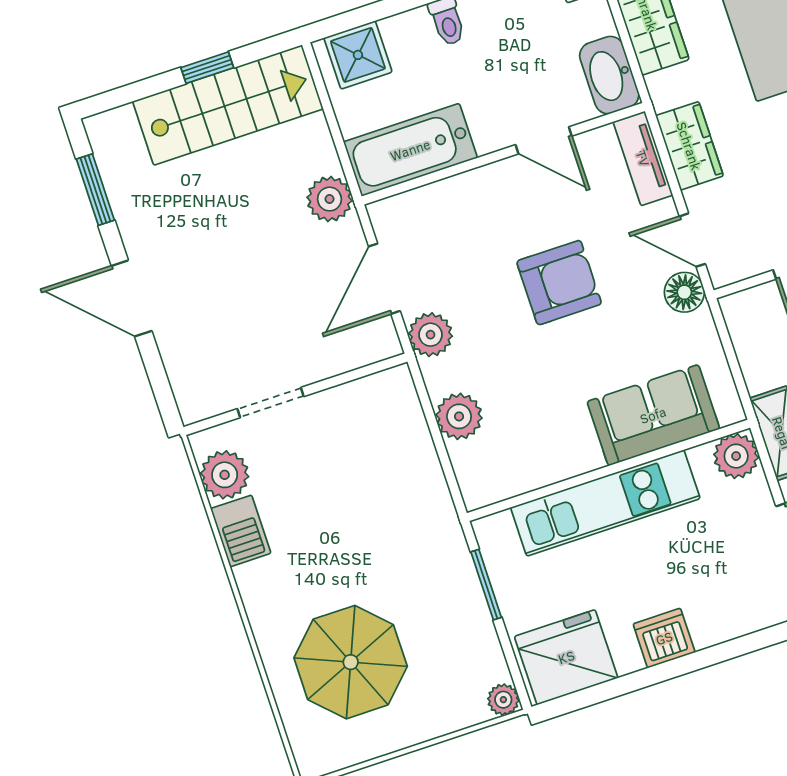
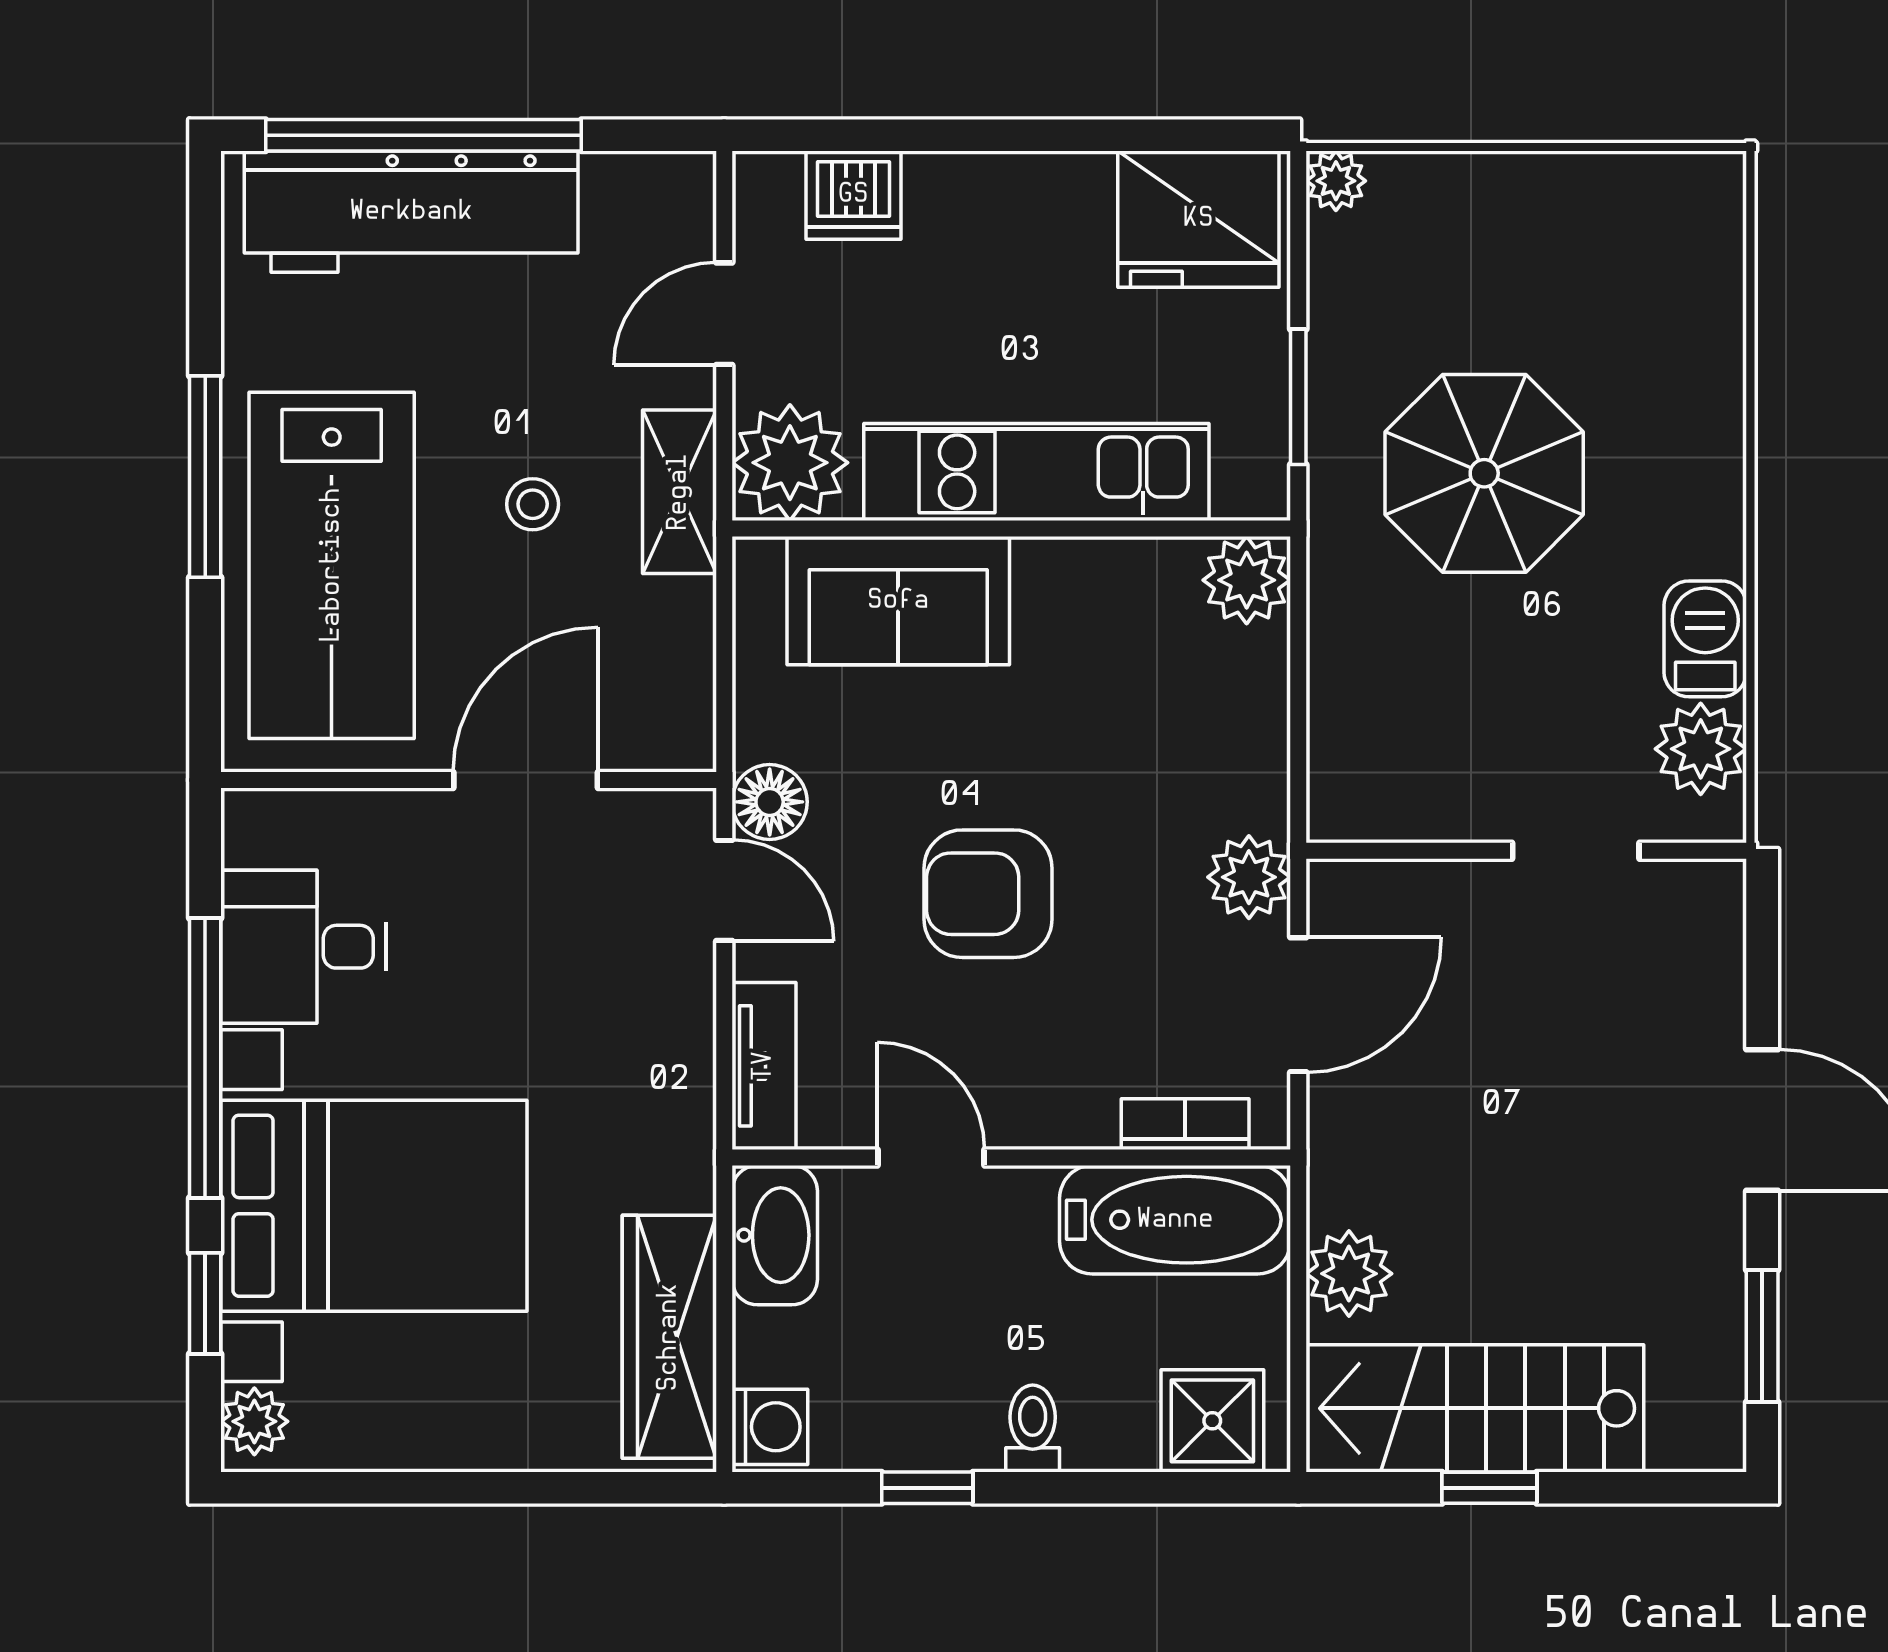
wardrobe: (689, 146) -> (673, 1061), removed
plant: (329, 199) -> (1349, 1274), moved
bookcase: (421, 200) -> (1185, 1124), added
plant: (459, 416) -> (1247, 580), moved
plant: (736, 456) -> (790, 463), width x1.36, depth x1.36
dishwasher: (664, 638) -> (853, 195), moved
parasol: (351, 662) -> (1484, 473), moved

